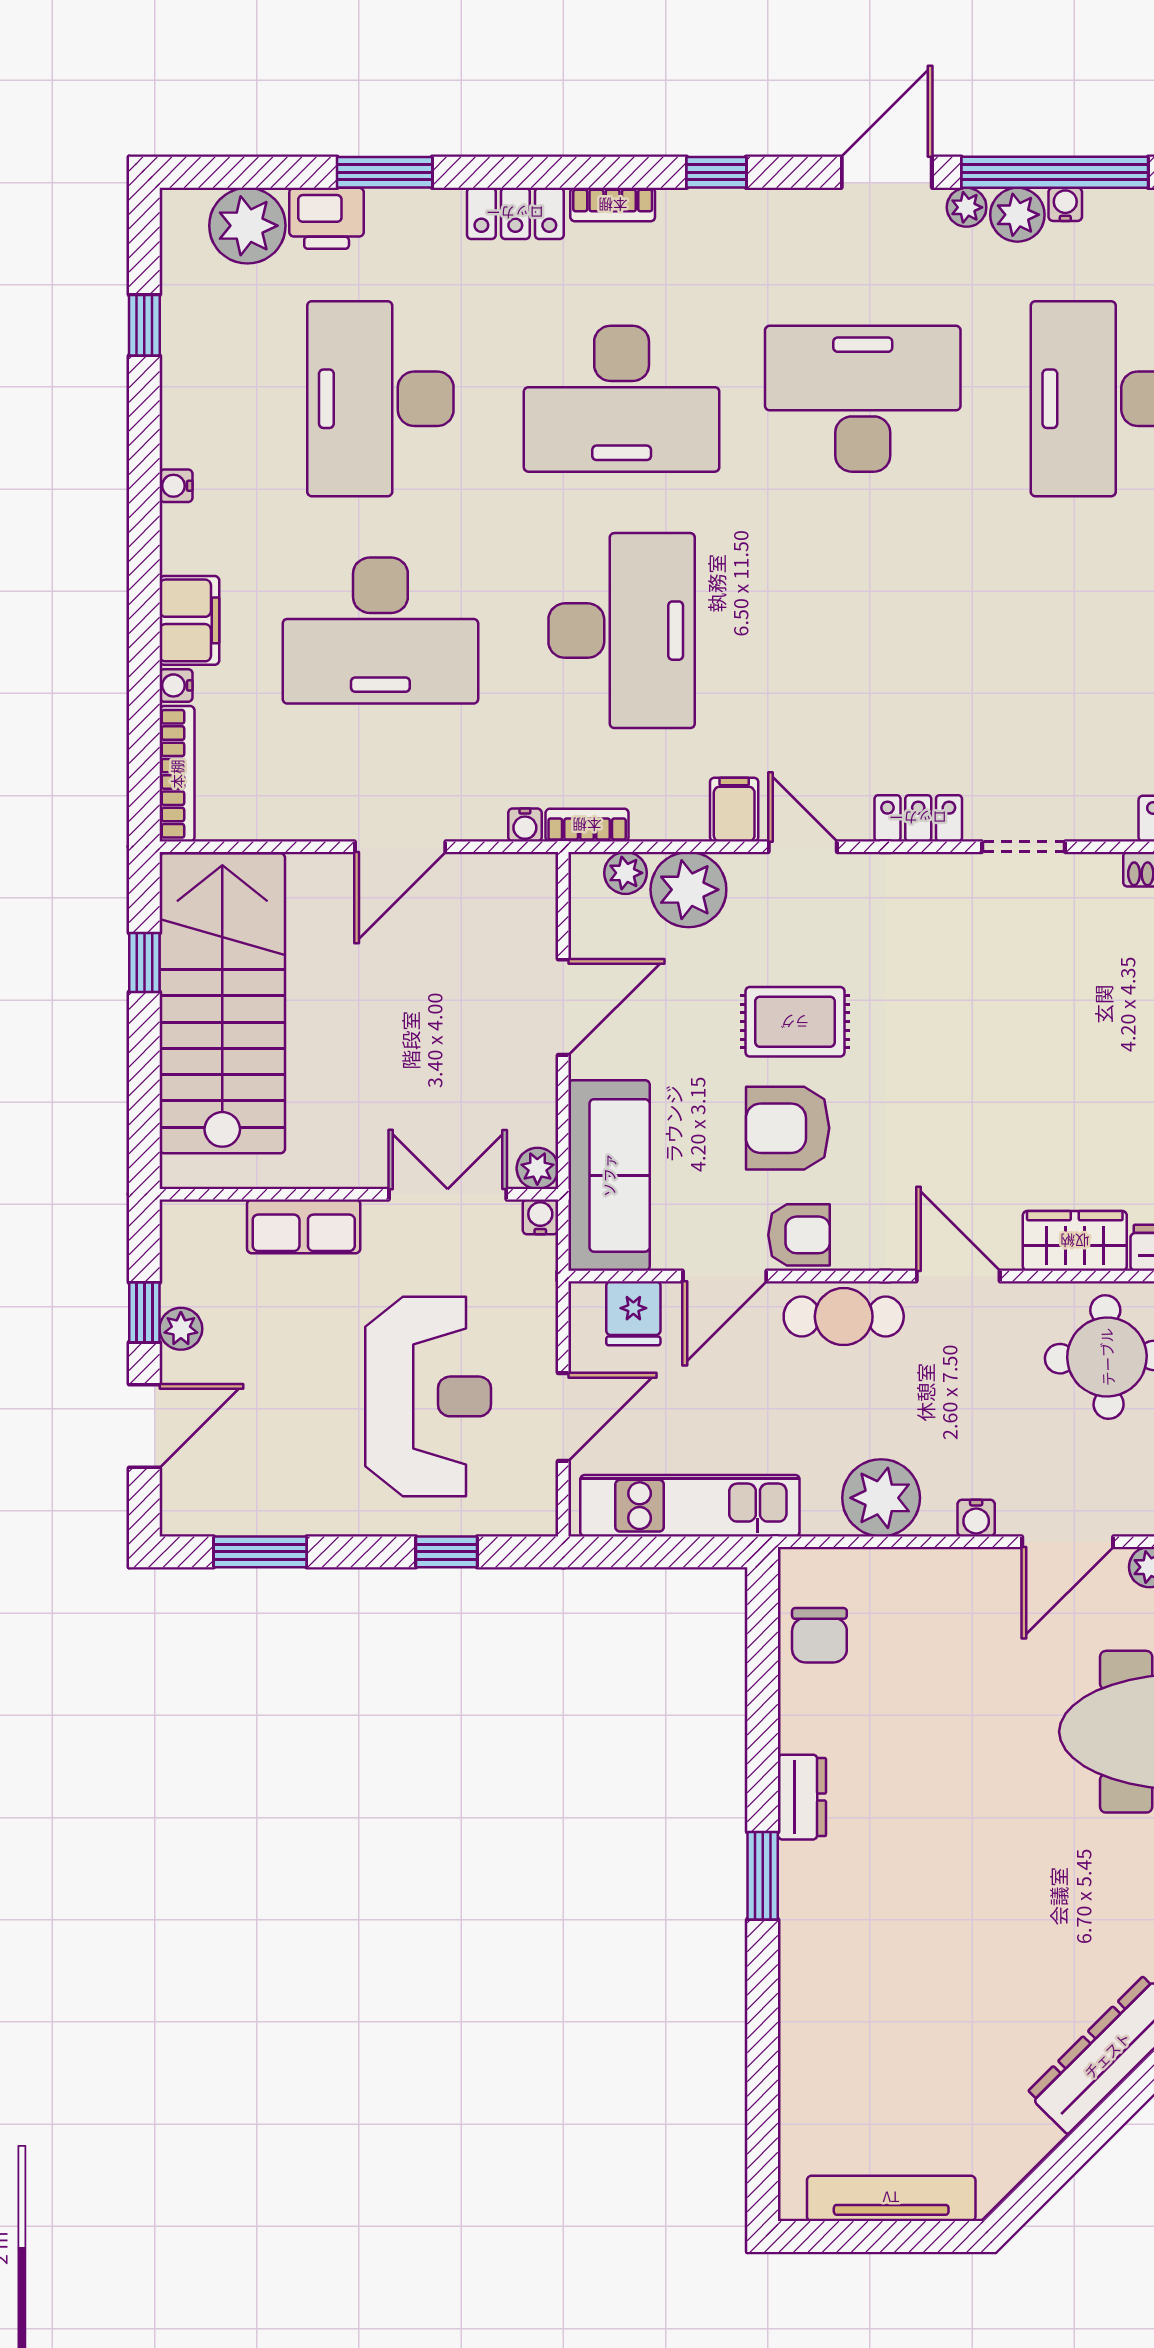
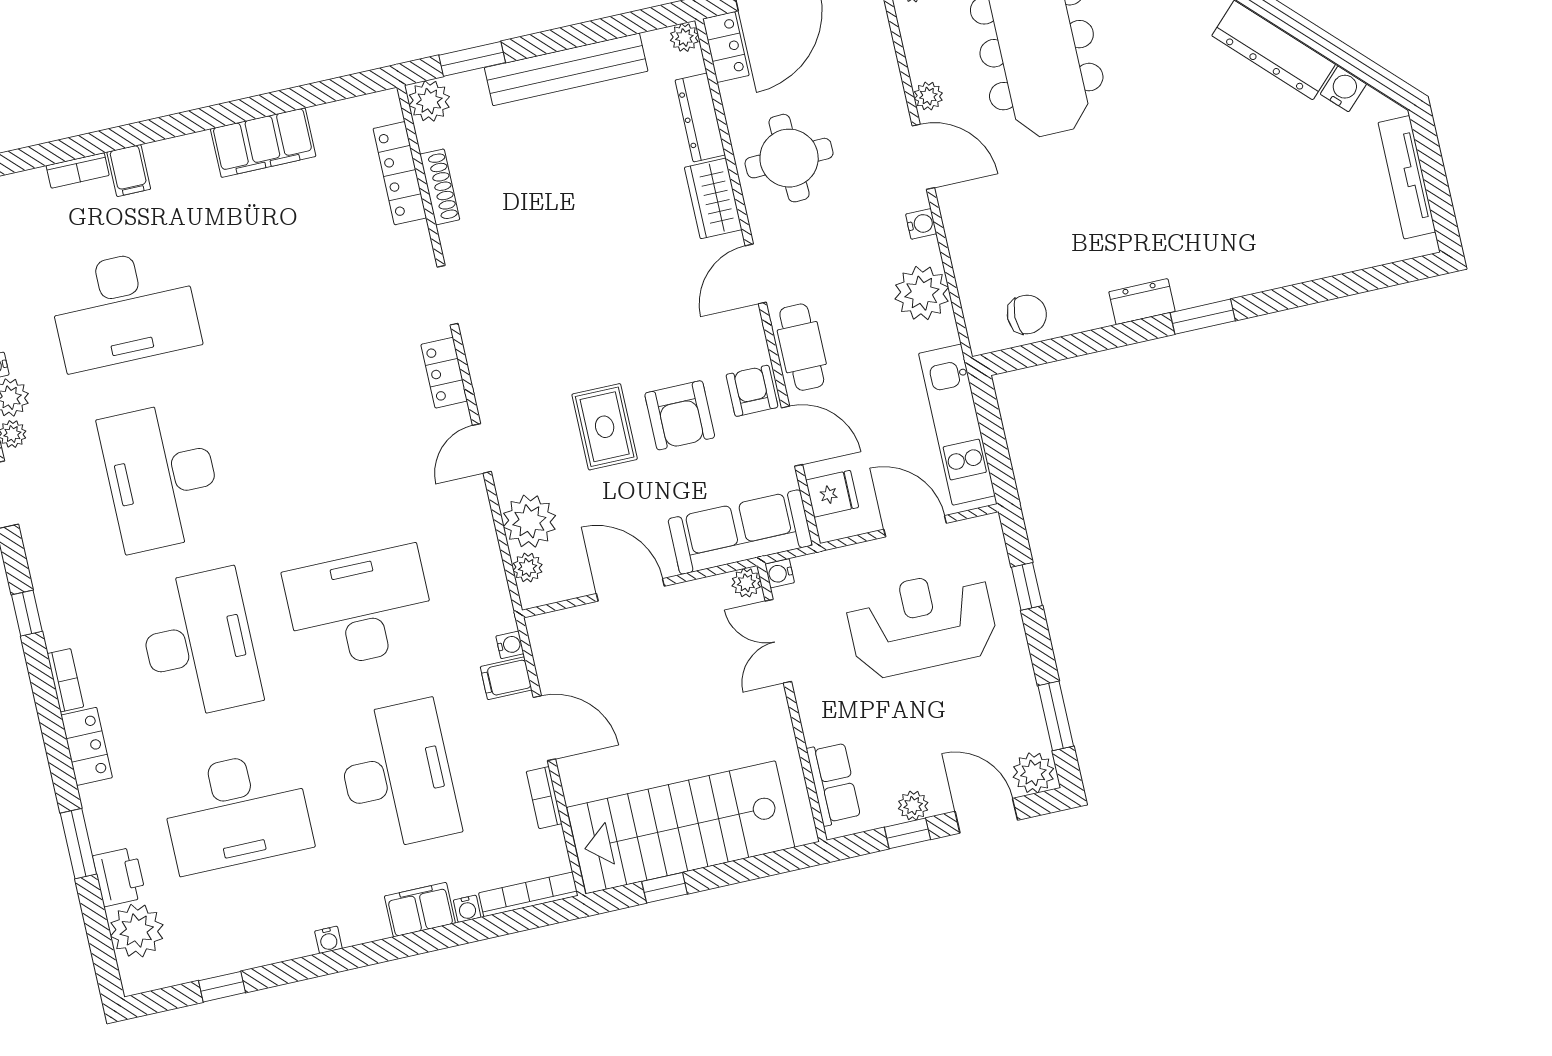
filing cabinet: (734, 810) -> (506, 678), moved
bookcase: (587, 825) -> (544, 798), moved
row of seats: (304, 1226) -> (833, 783), moved
plant: (189, 1504) -> (1033, 773), added
water cooler: (1032, 2139) -> (1343, 89), added

